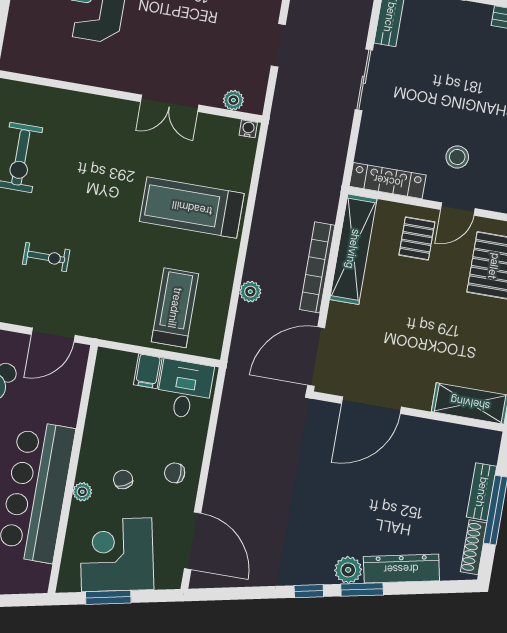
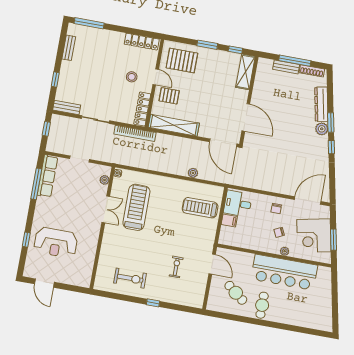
treadmill: (192, 208) -> (136, 207), moved, turned 180
bookcase: (317, 267) -> (135, 133), moved

